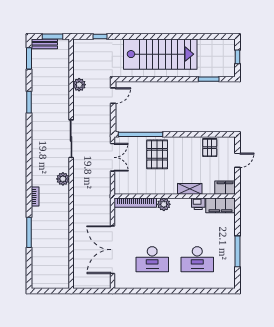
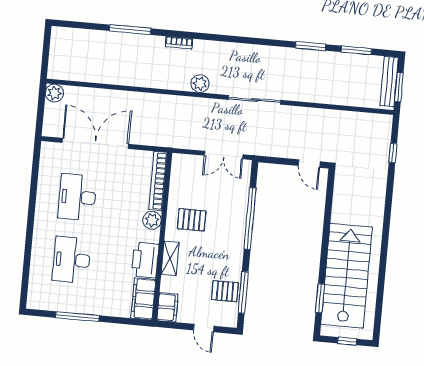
bench: (44, 44) -> (389, 81), width x1.36
stairs: (160, 54) -> (347, 276), moved, turned 180
window: (29, 58) -> (356, 50), moved
plant: (79, 85) -> (54, 93), moved
window: (141, 134) -> (250, 218), moved
window: (209, 134) -> (243, 292), added
pallet: (157, 154) -> (192, 220), moved, width x0.67, depth x0.71
printer: (198, 204) -> (145, 260), width x1.87, depth x1.48

